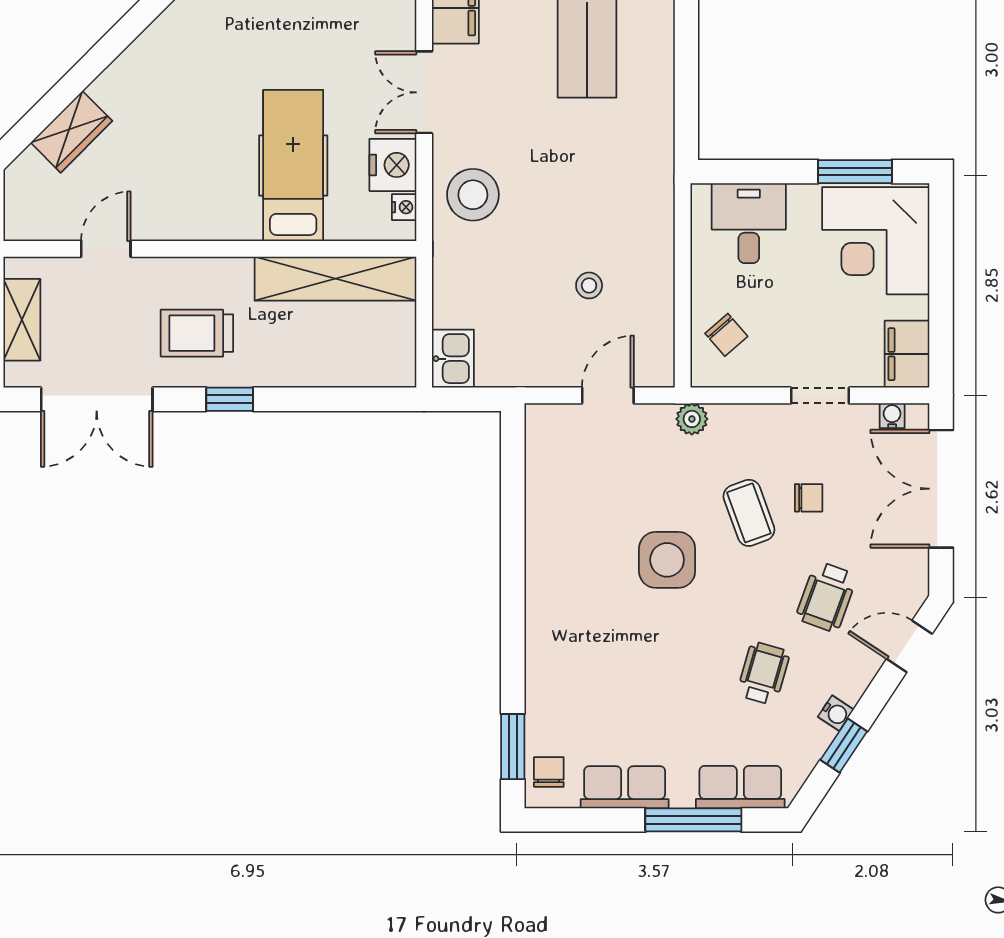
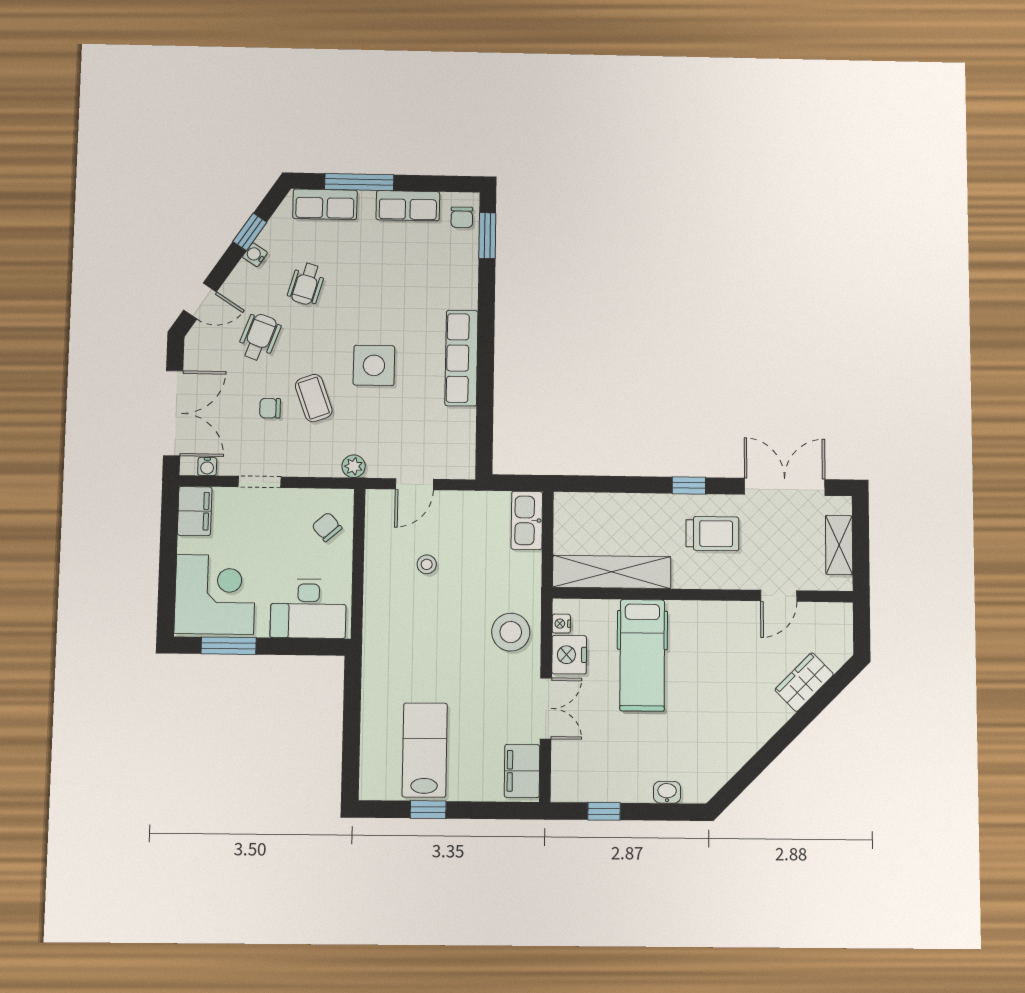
desk: (749, 223) -> (308, 609), width x1.37
kitchen sink: (453, 359) -> (527, 520), width x1.38
row of seats: (546, 572) -> (461, 358), added

